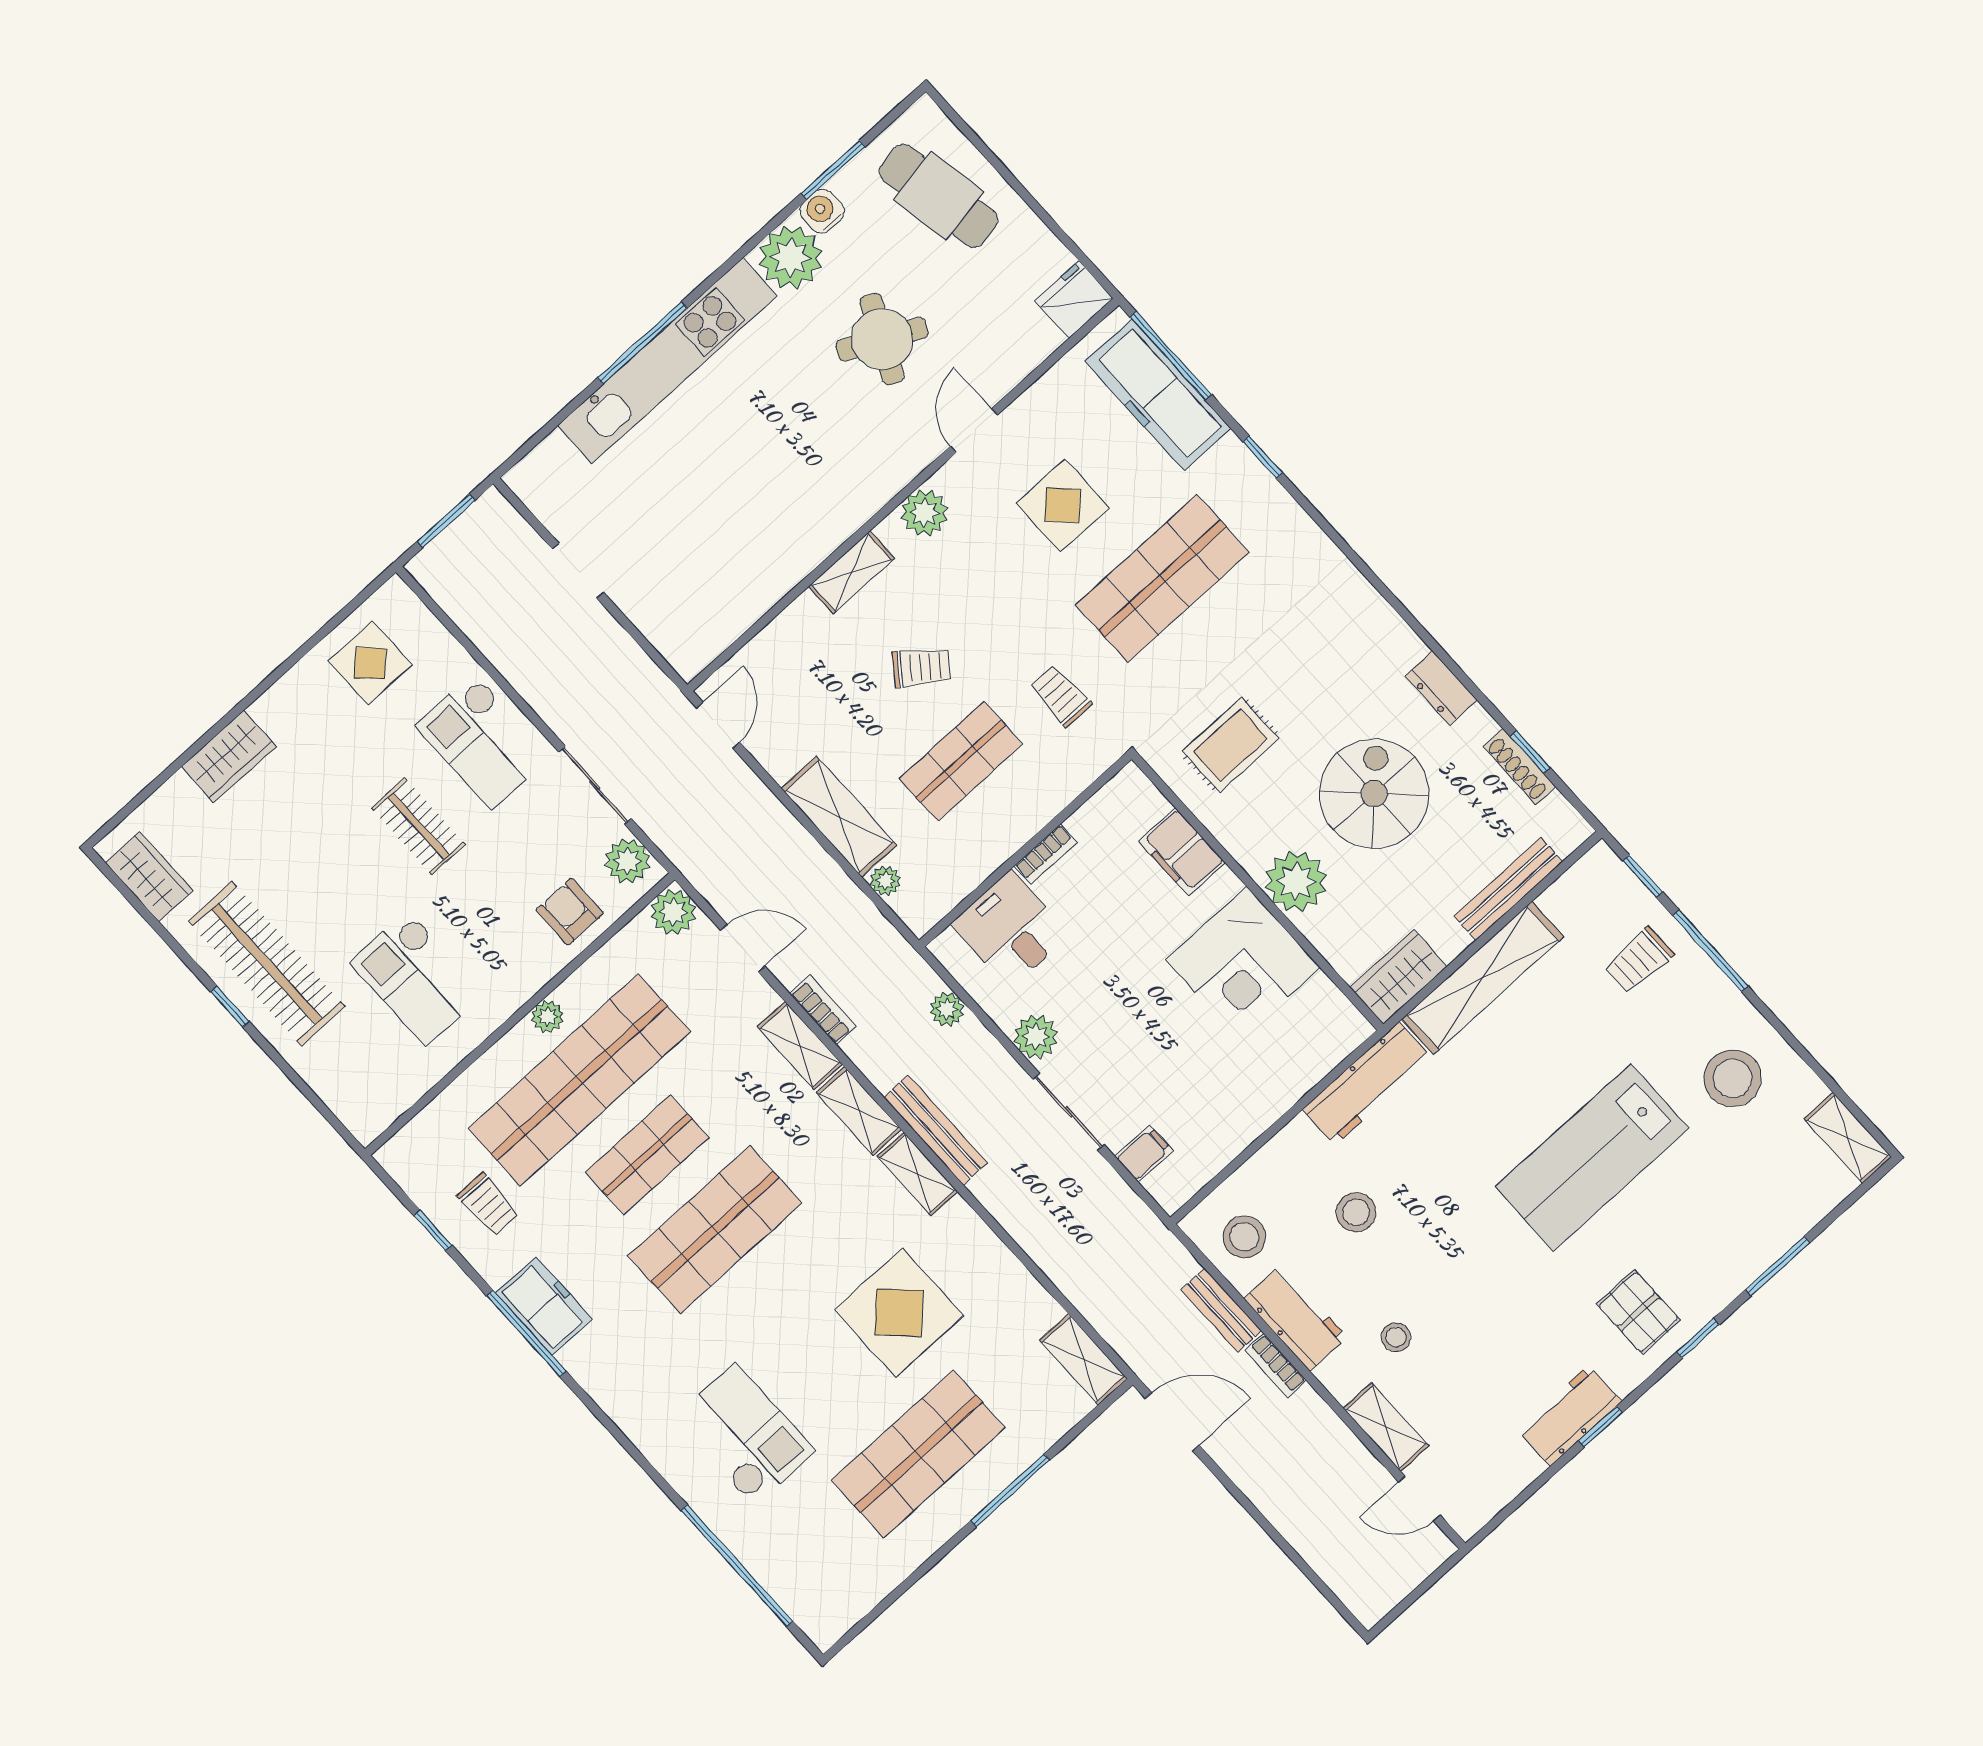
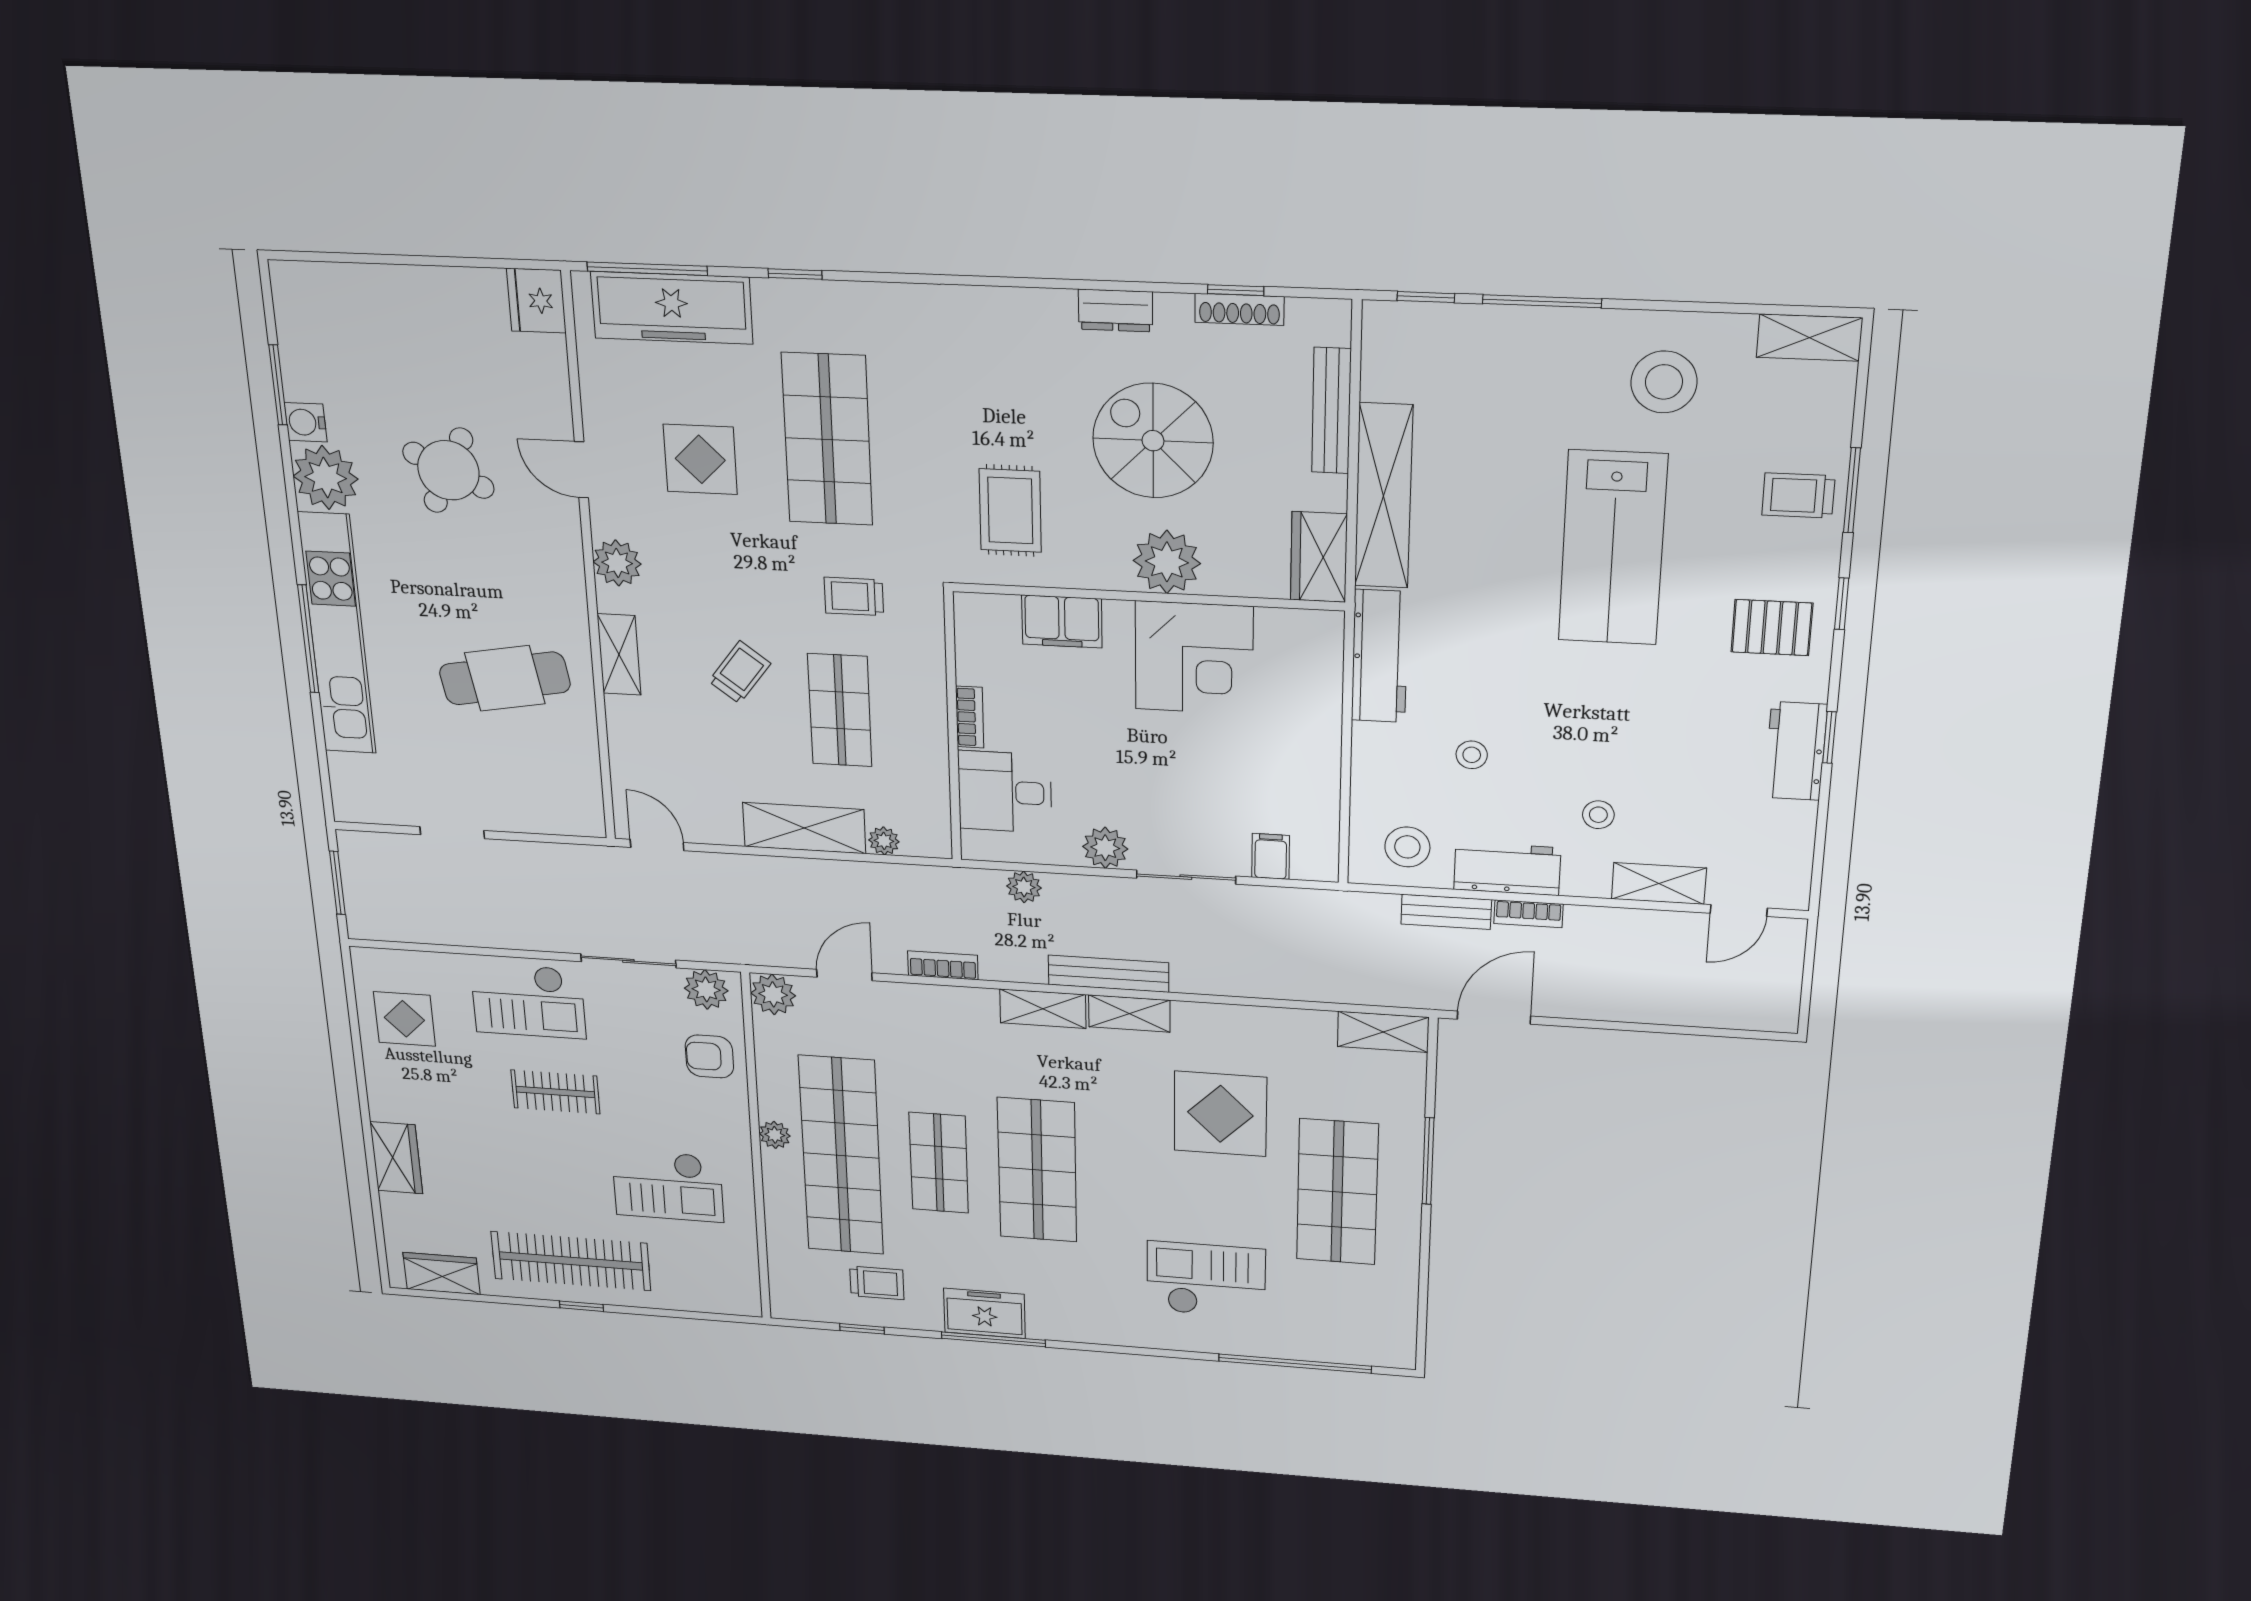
cafe table: (939, 196) -> (505, 678), moved
trolley: (1639, 960) -> (1798, 495), moved, turned 90
shelving: (800, 1046) -> (955, 1003), removed
stool: (1356, 1212) -> (1472, 755), width x0.73, depth x0.73

